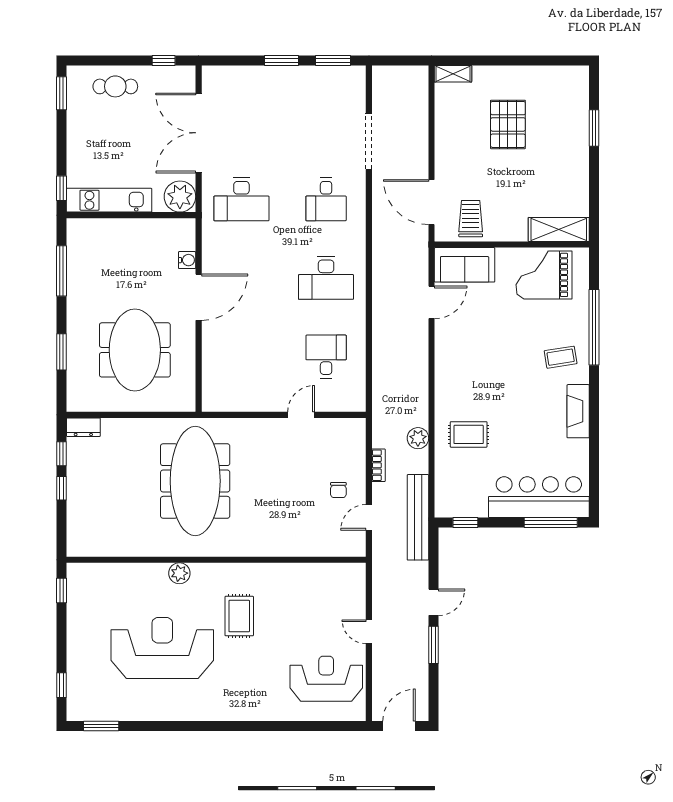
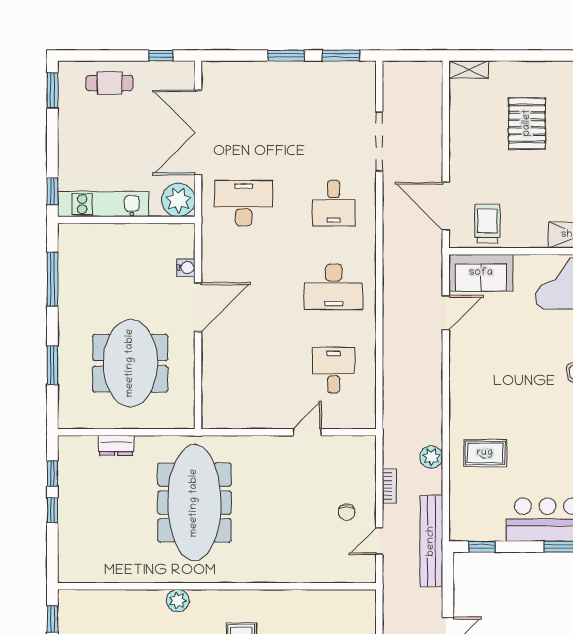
desk: (241, 199) -> (244, 203), turned 180
dresser: (83, 427) -> (116, 445), moved

